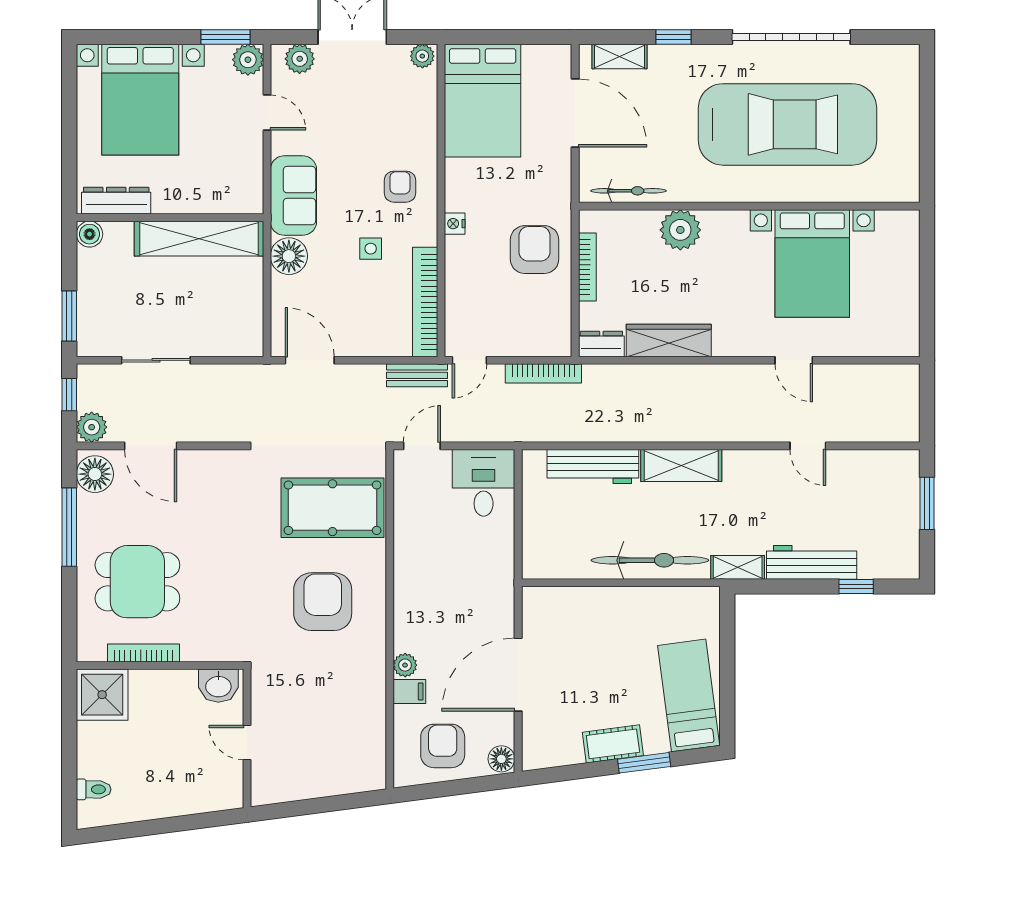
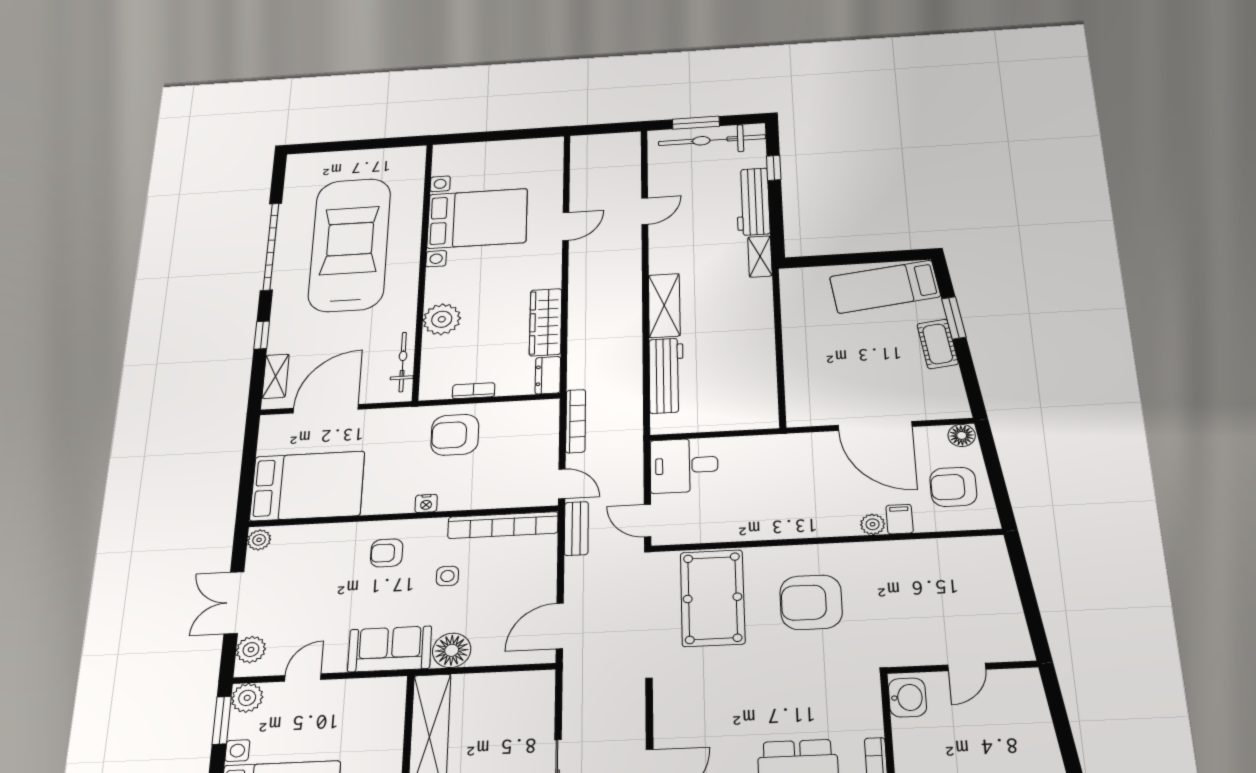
bookcase: (587, 267) -> (474, 391), width x0.64
bicycle: (650, 560) -> (712, 140), moved, turned -90

